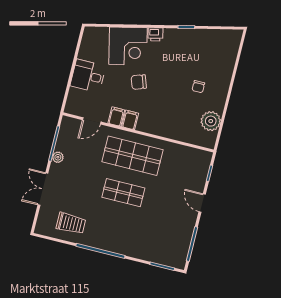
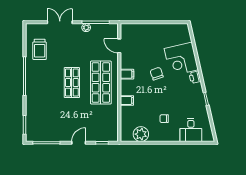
desk: (88, 76) -> (191, 130), moved, turned 180
filing cabinet: (116, 117) -> (127, 100), moved

